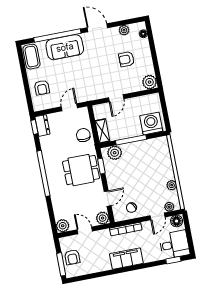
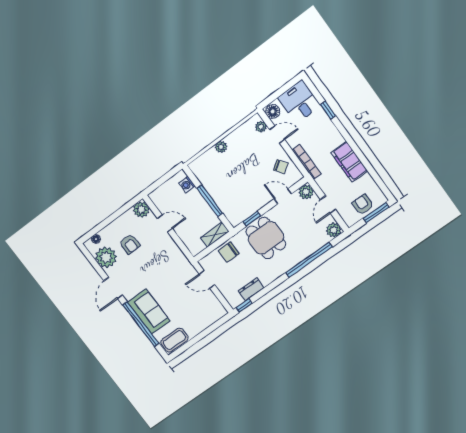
plant: (124, 30) -> (106, 257), width x1.87, depth x1.87
armchair: (42, 88) -> (200, 316), removed
door: (116, 98) -> (165, 223), moved
washing machine: (151, 123) -> (187, 185), width x0.53, depth x0.53
dresser: (42, 125) -> (251, 289), moved
plant: (115, 153) -> (231, 211), removed
window: (43, 173) -> (309, 260), moved
plant: (172, 185) -> (221, 147), moved
armchair: (72, 257) -> (363, 205), turned -90
filing cabinet: (126, 259) -> (349, 162), moved
window: (173, 260) -> (328, 110), moved

